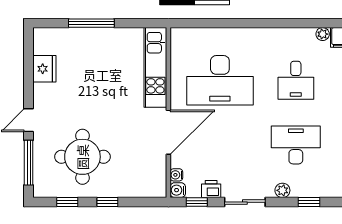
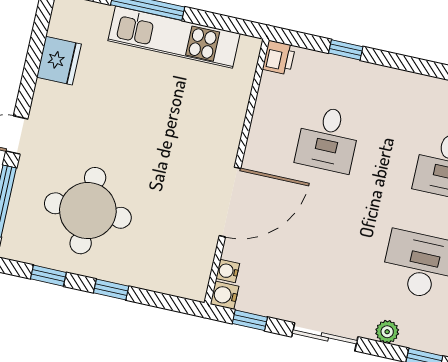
window: (219, 23) -> (346, 50), added
kitchen unit: (155, 67) -> (174, 37), moved, turned -90
desk: (220, 80) -> (328, 139), width x0.53, depth x0.77
printer: (211, 189) -> (279, 58), moved, turned 90

